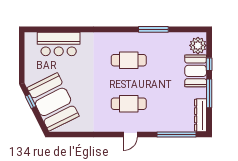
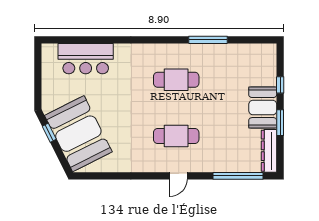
plant: (198, 45) -> (266, 61), removed
booth: (196, 71) -> (263, 108), moved
window: (209, 93) -> (280, 123), width x0.69

